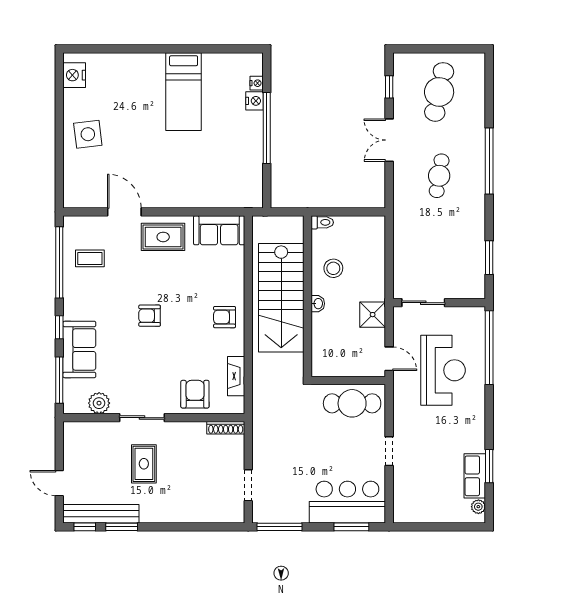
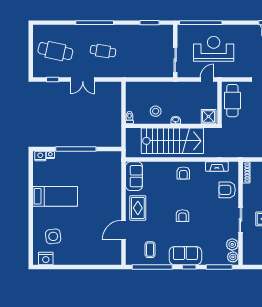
nightstand: (254, 101) -> (40, 156), moved
side table: (88, 134) -> (53, 236), moved
shower: (373, 315) -> (209, 117), moved
sofa: (79, 349) -> (185, 256), moved
plant: (77, 404) -> (233, 257), added

